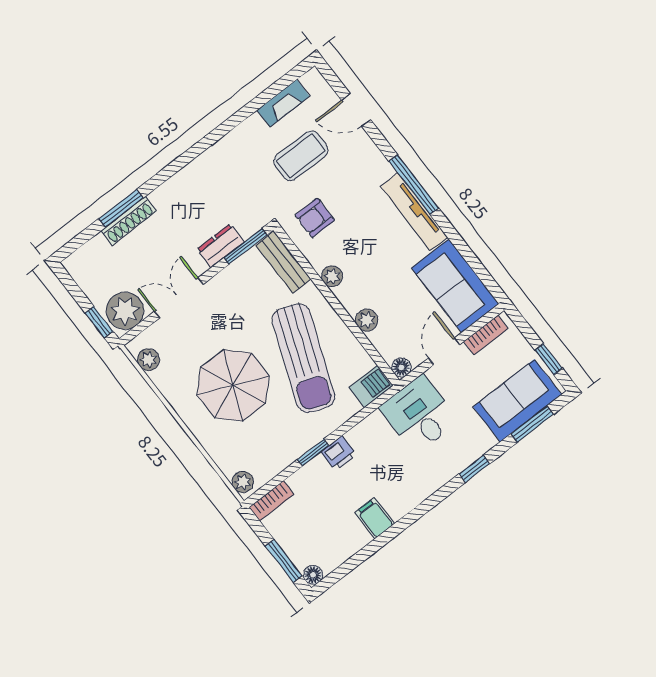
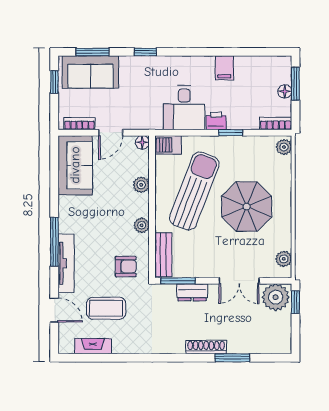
tv unit: (414, 212) -> (66, 263), moved
shoe rack: (129, 221) -> (206, 347), moved
desk: (419, 414) -> (184, 108), moved
floor lamp: (313, 575) -> (285, 91), moved

